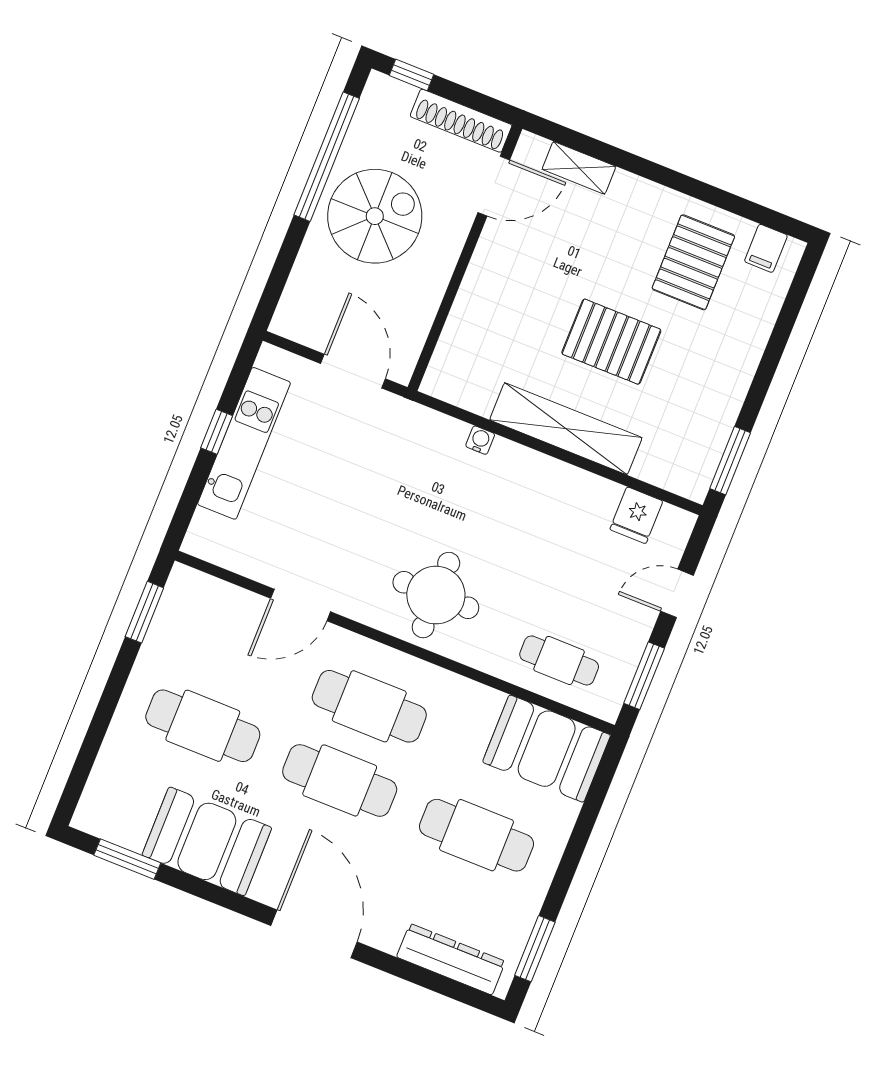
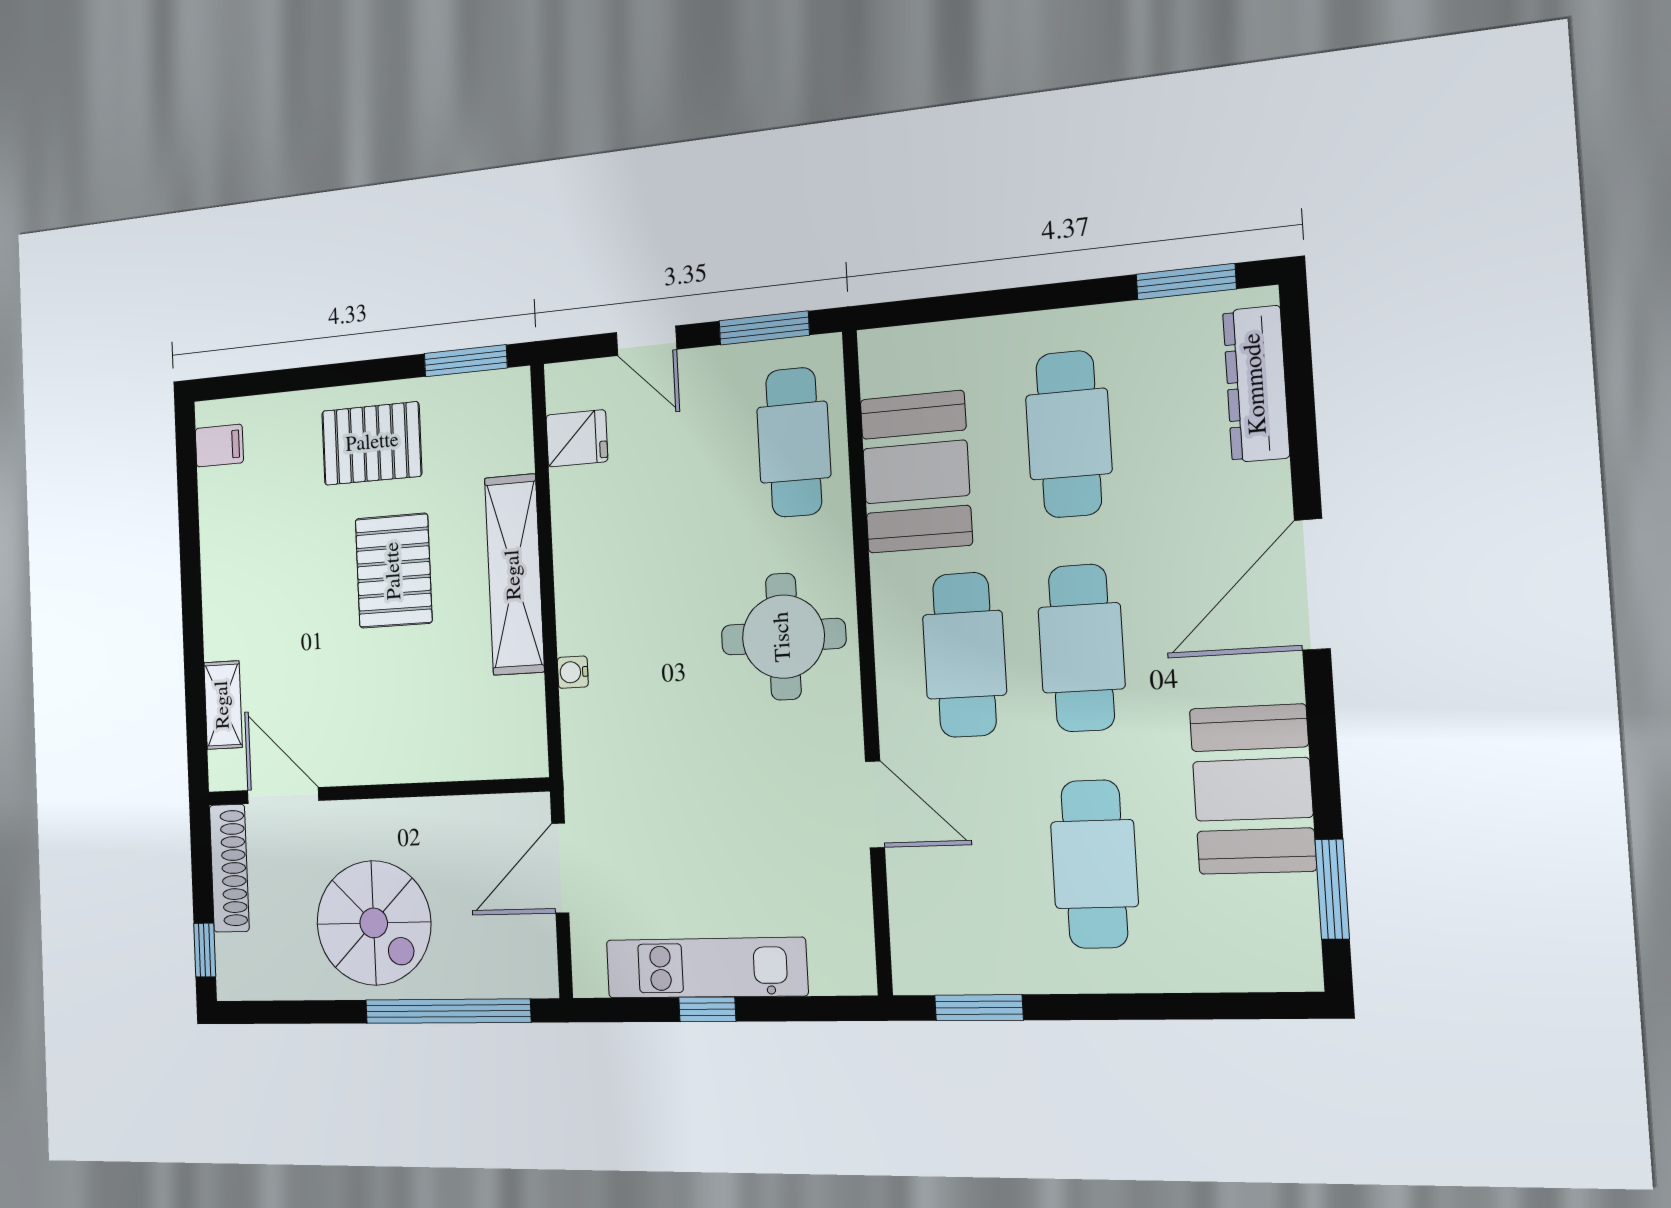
window: (327, 157) -> (448, 1011), moved
spiral stairs: (375, 216) -> (374, 923), turned 180
pallet: (693, 262) -> (372, 443), moved
cafe table: (559, 660) -> (794, 442), width x1.37, depth x1.35
booth: (547, 749) -> (916, 472), moved

